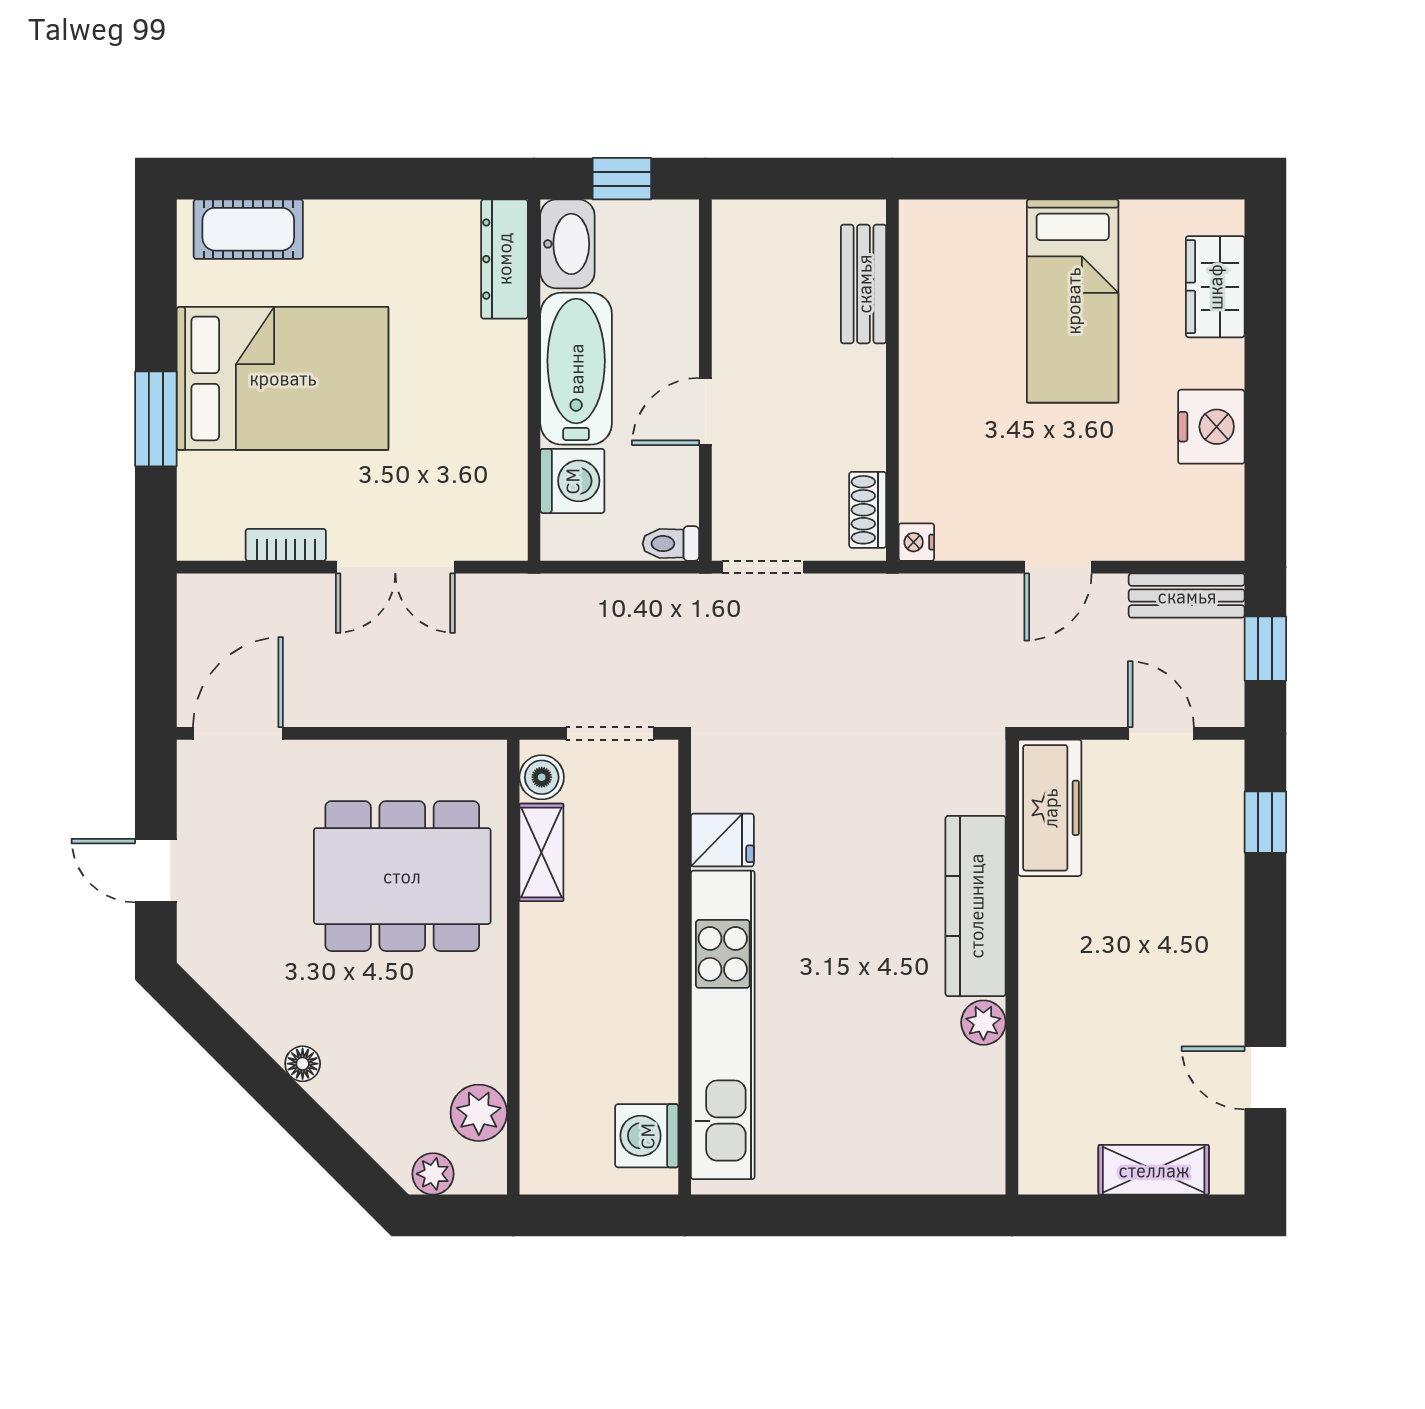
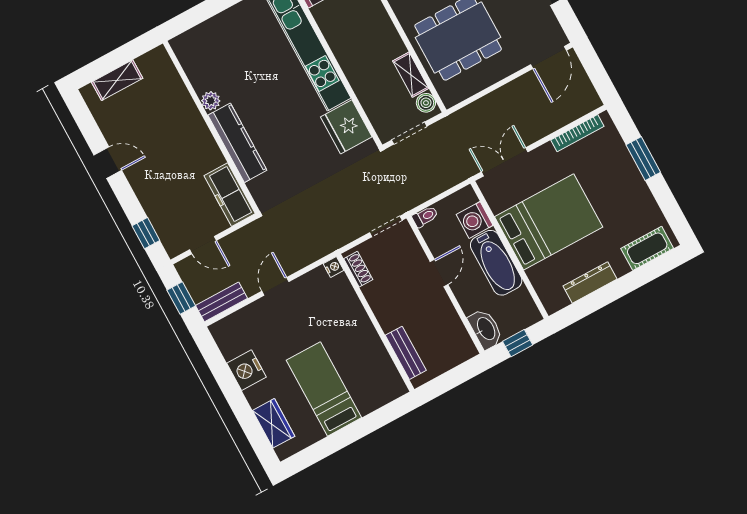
washbasin: (567, 244) -> (486, 329), moved, turned 180
dresser: (504, 259) -> (590, 282), moved, turned -90
bed: (283, 378) -> (549, 222), moved, turned 180
bookcase: (286, 545) -> (577, 133), width x1.56
double door: (395, 567) -> (505, 162), moved
fridge: (722, 840) -> (346, 127), width x1.88, depth x1.34
door: (1265, 1078) -> (108, 163), moved

